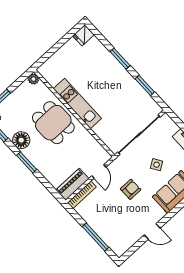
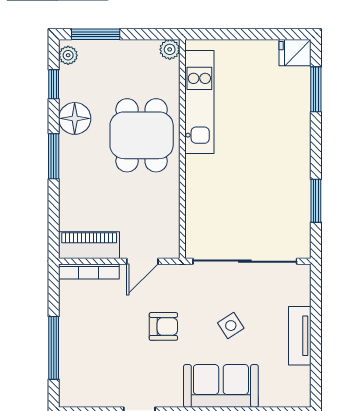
window: (120, 59) -> (316, 89), moved
kitchen unit: (77, 104) -> (199, 102), moved

